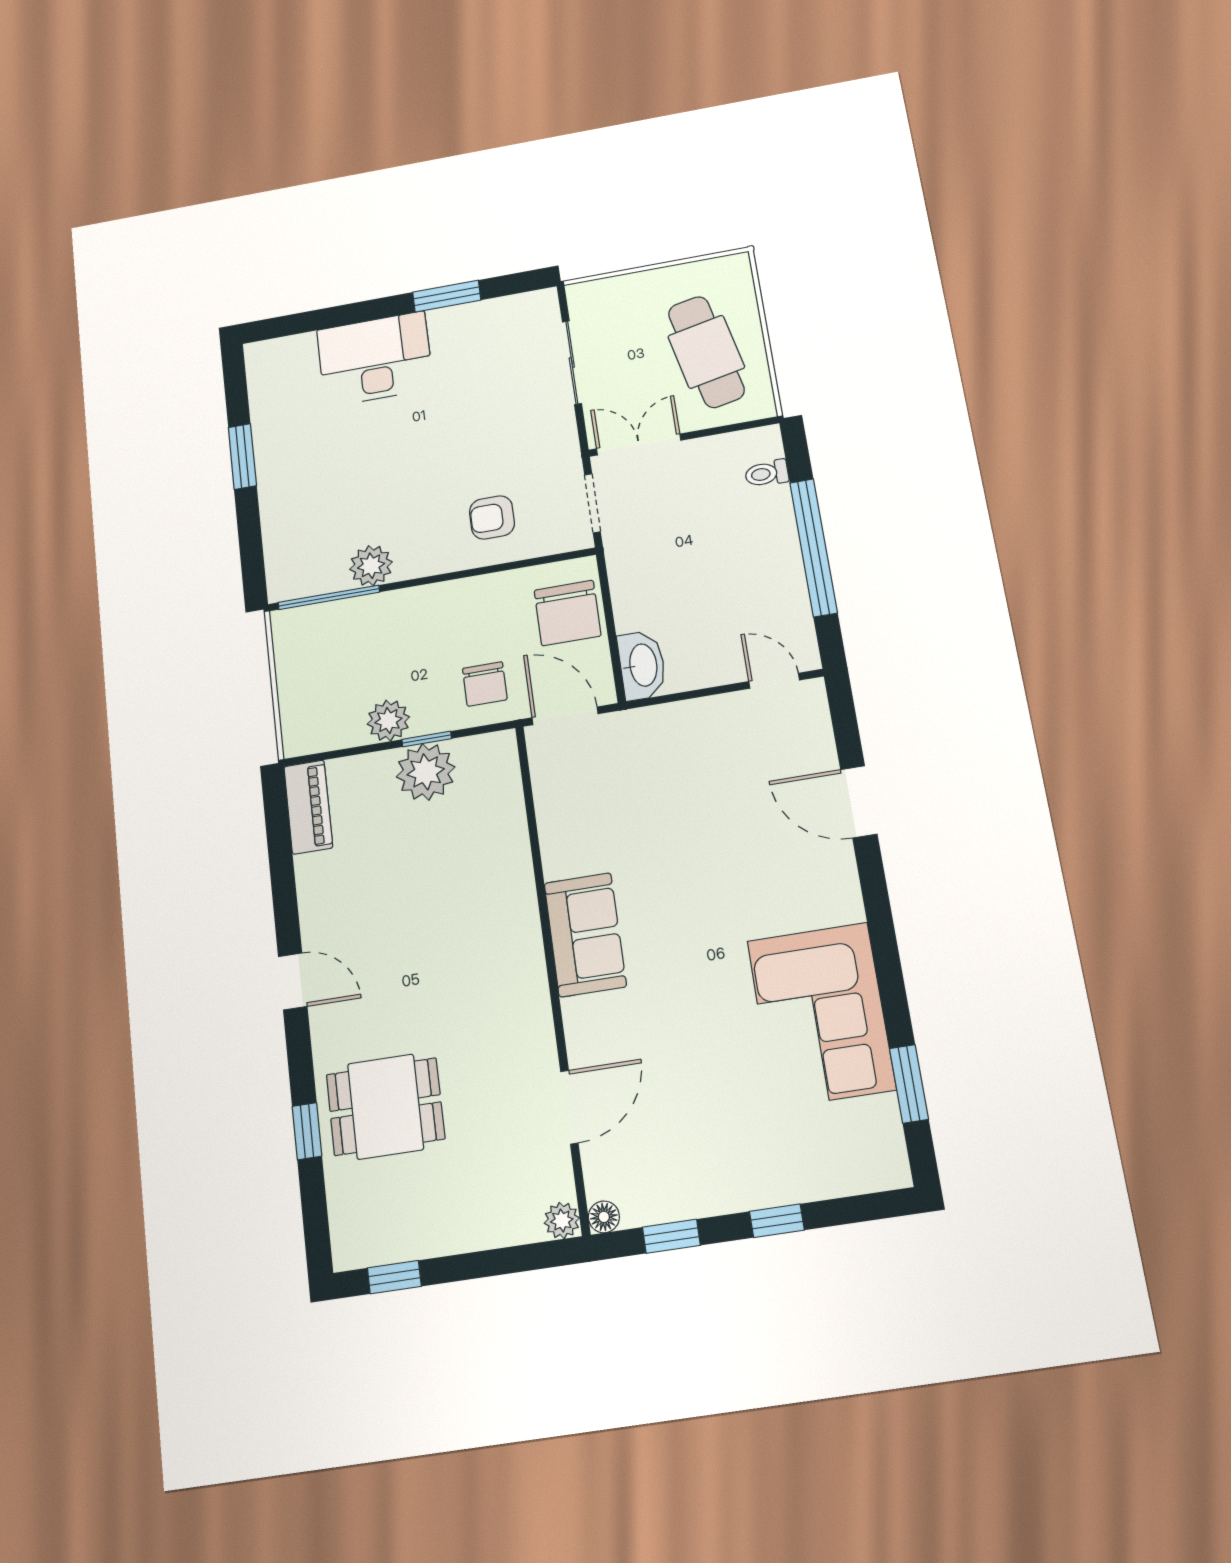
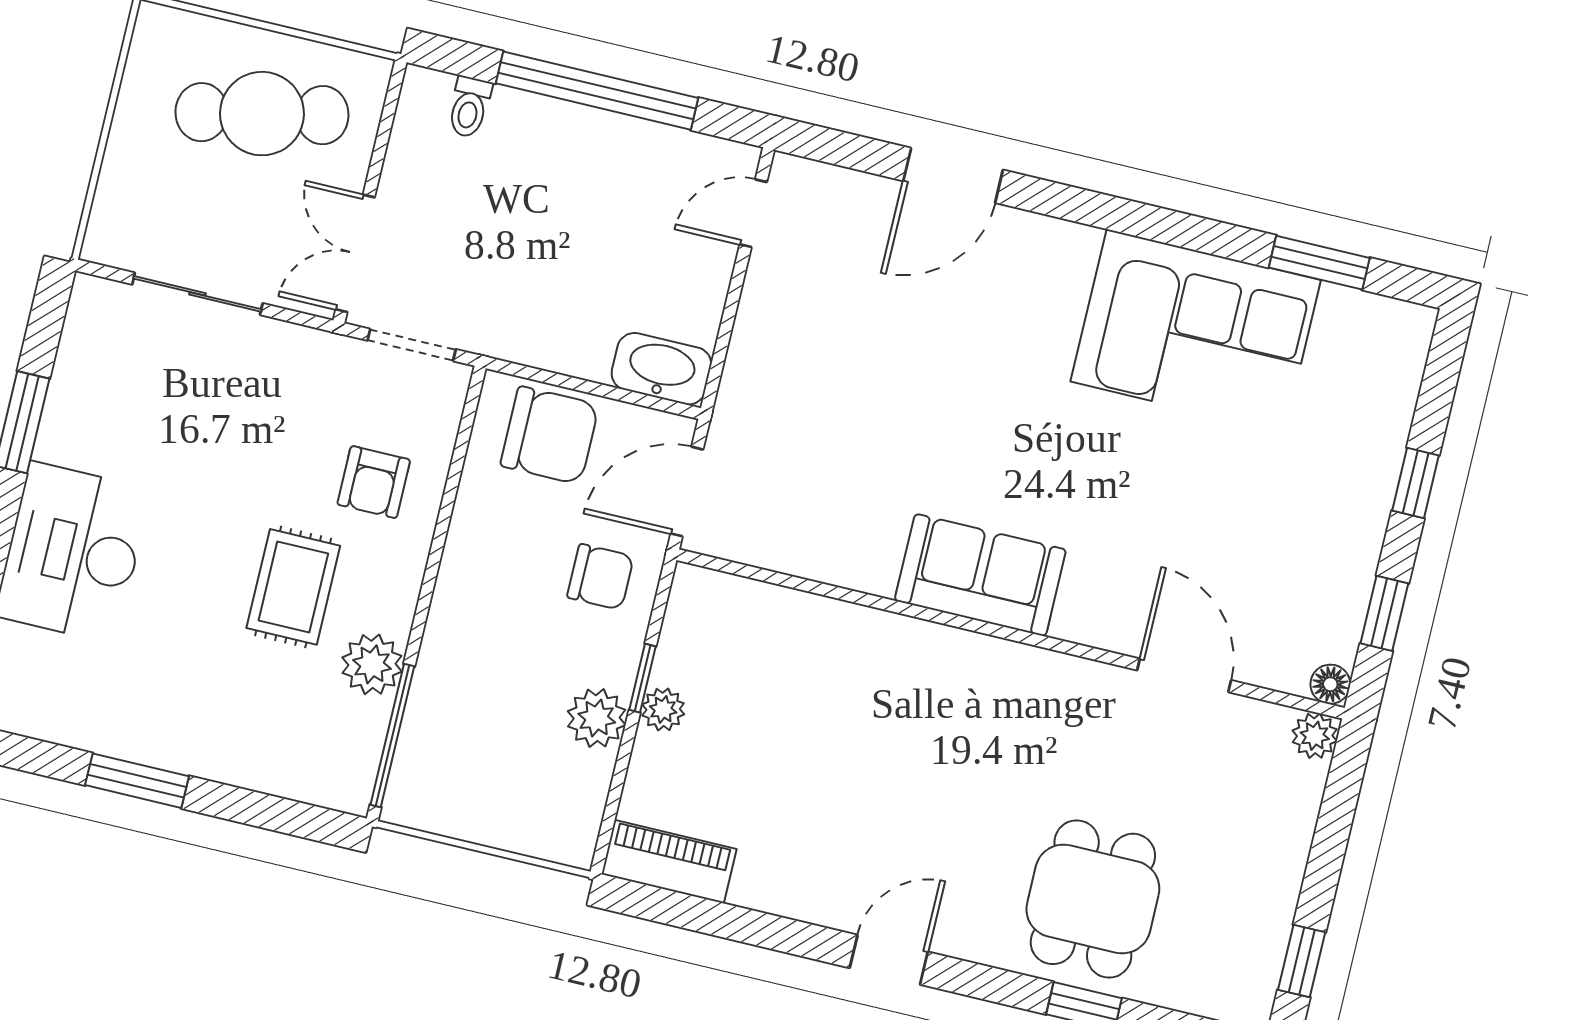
rug: (404, 497) -> (293, 587), added
plant: (426, 772) -> (663, 709), width x0.53, depth x0.53

